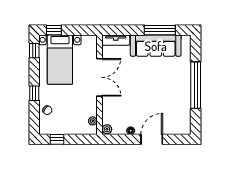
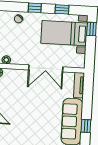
window: (160, 30) -> (86, 126), width x0.46
window: (34, 51) -> (62, 9), moved

